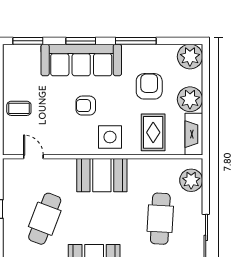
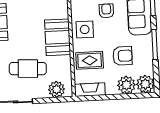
plant: (190, 99) -> (126, 85), moved
booth: (102, 175) -> (58, 37), moved

